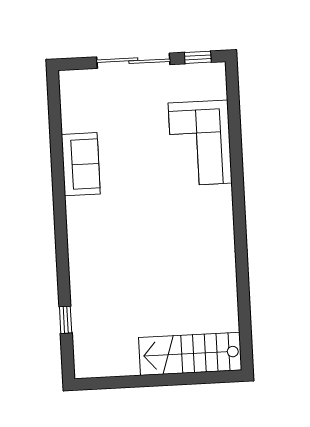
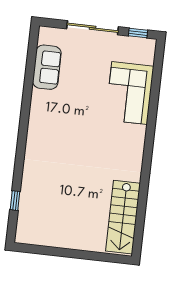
sofa: (81, 164) -> (47, 67), moved
stairs: (190, 354) -> (123, 217), moved, turned -90

